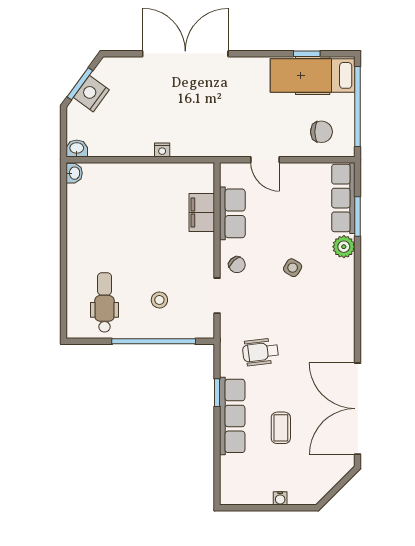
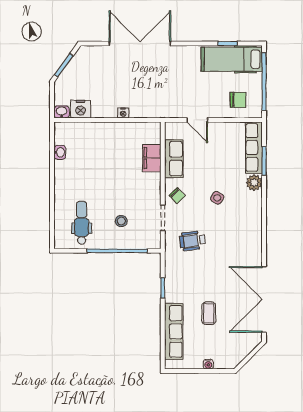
nightstand: (91, 94) -> (80, 109), moved, turned -126
washbasin: (74, 173) -> (60, 152), moved
wheelchair: (261, 352) -> (193, 241), moved
row of seats: (232, 416) -> (174, 331), moved

